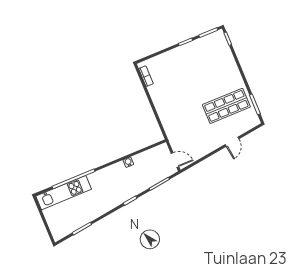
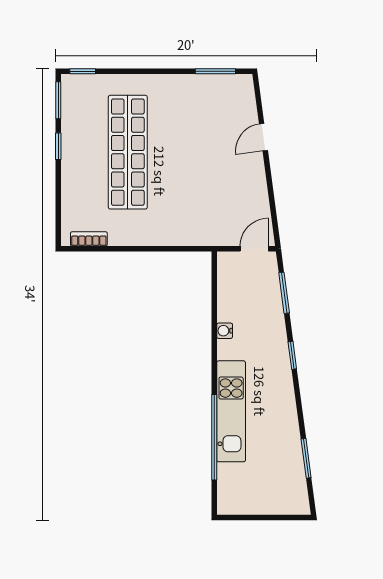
shop shelf: (226, 106) -> (128, 152), moved, width x1.40
door: (232, 142) -> (263, 137), swing flipped
kitchen unit: (64, 193) -> (231, 411), moved

